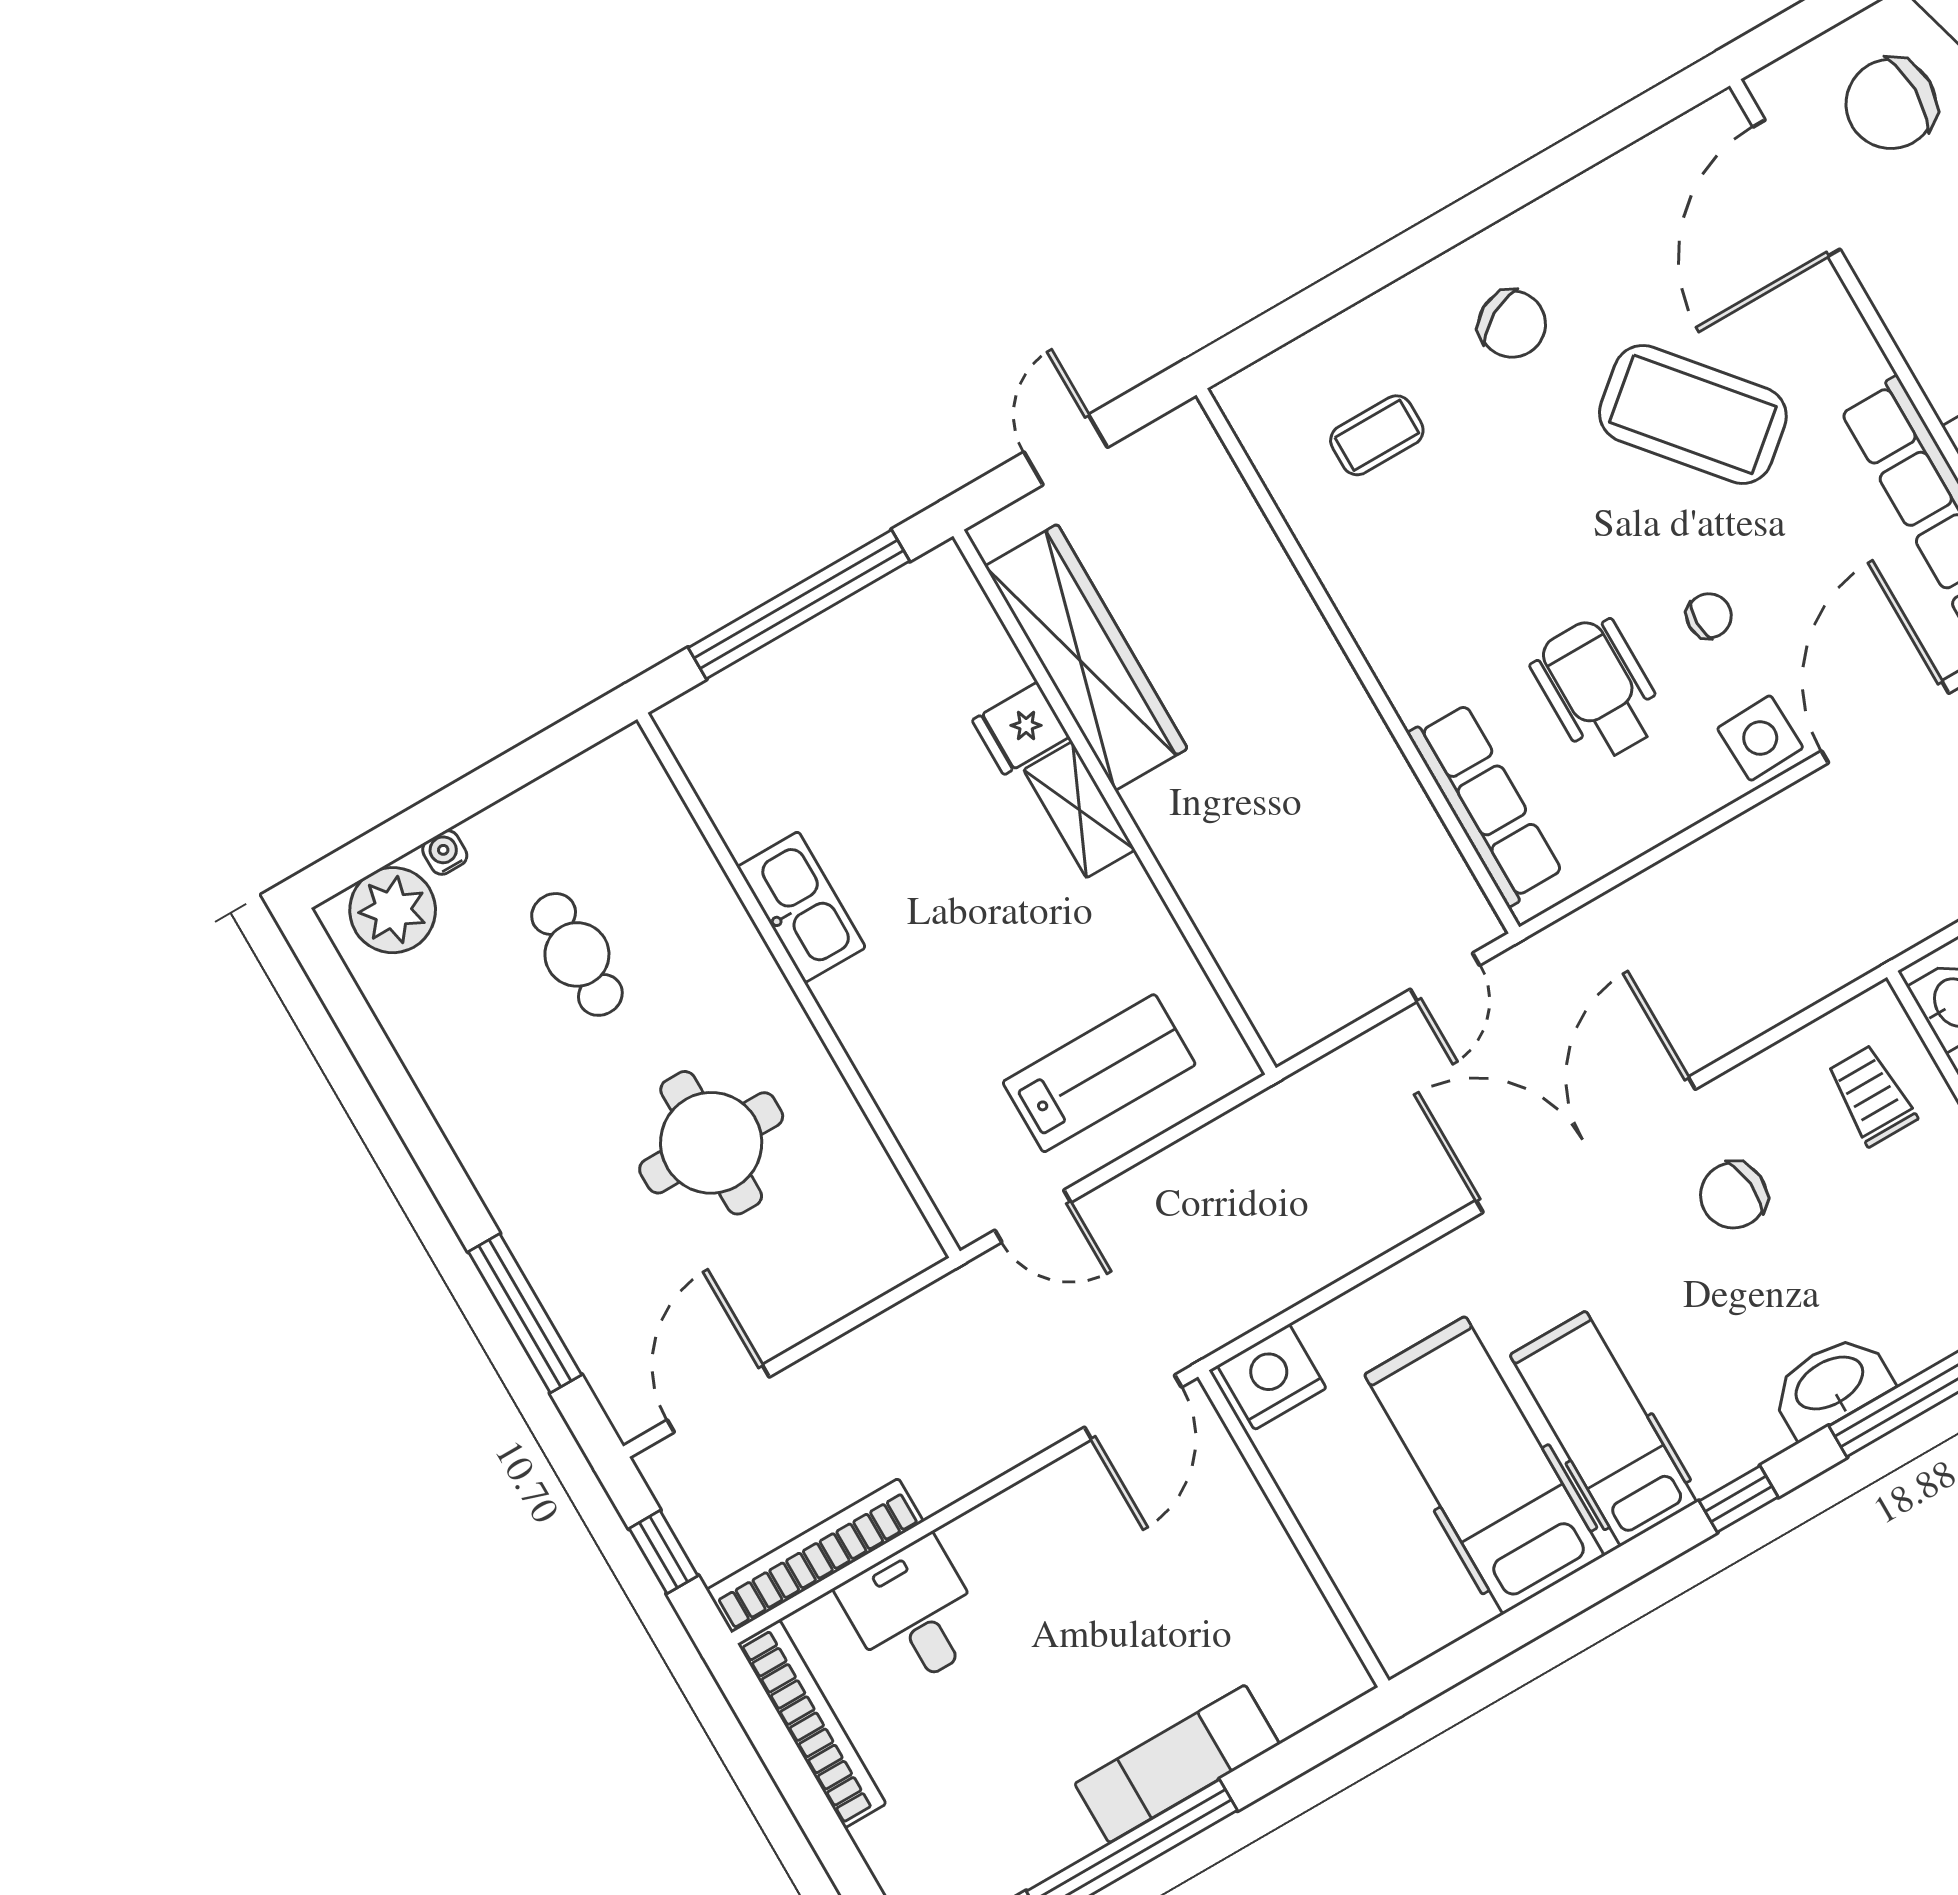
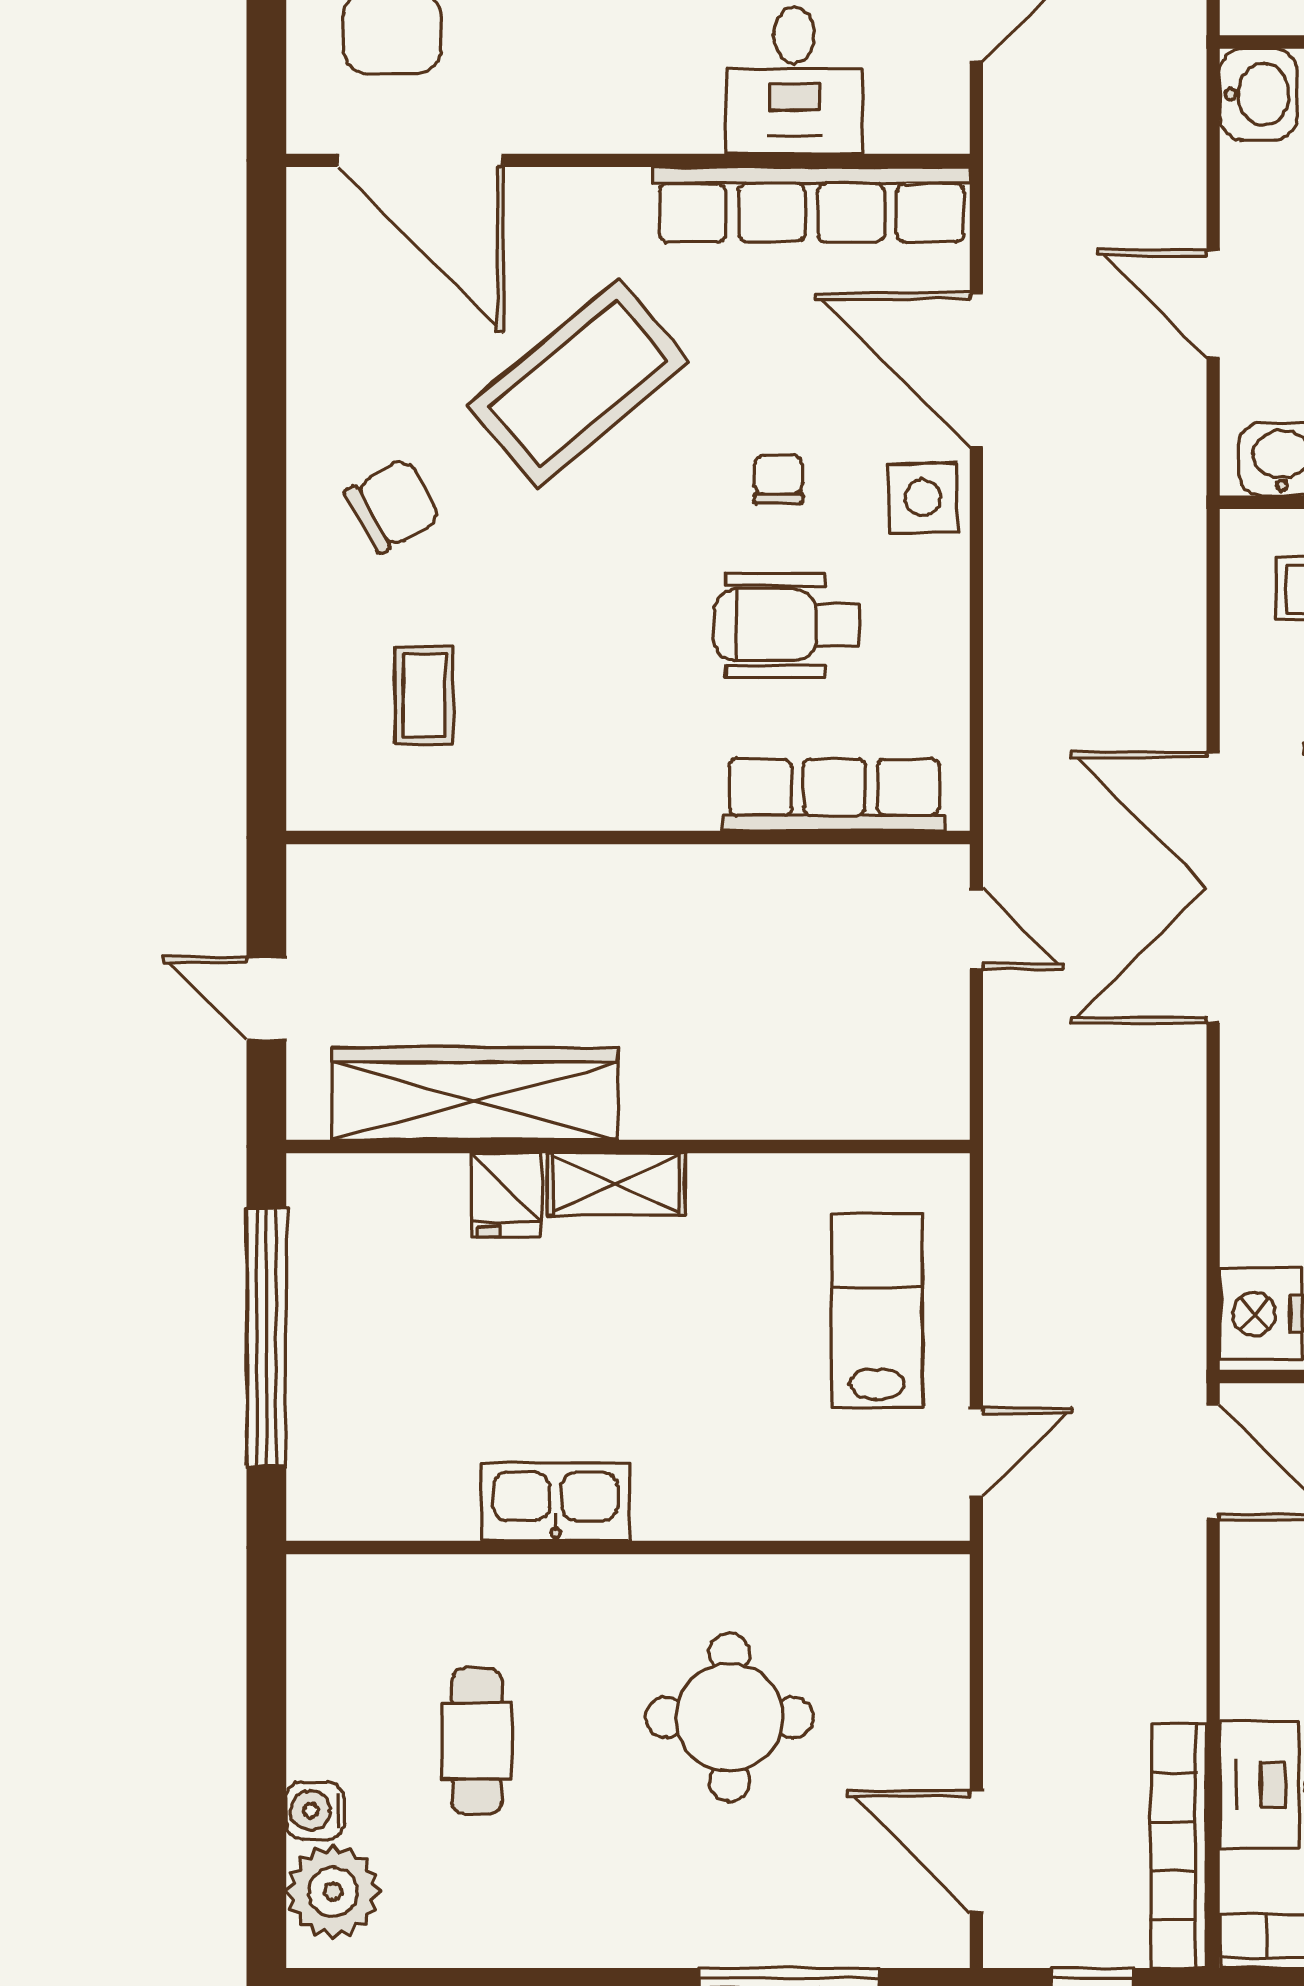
water cooler: (445, 853) -> (315, 1811), width x1.38, depth x1.38
cafe table: (577, 954) -> (477, 1741), turned 90

